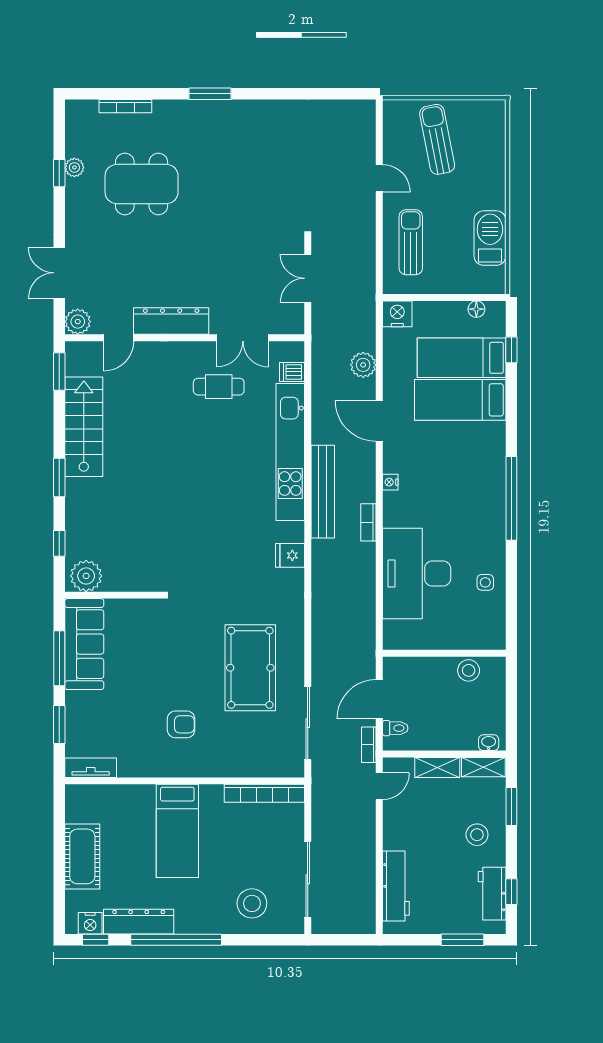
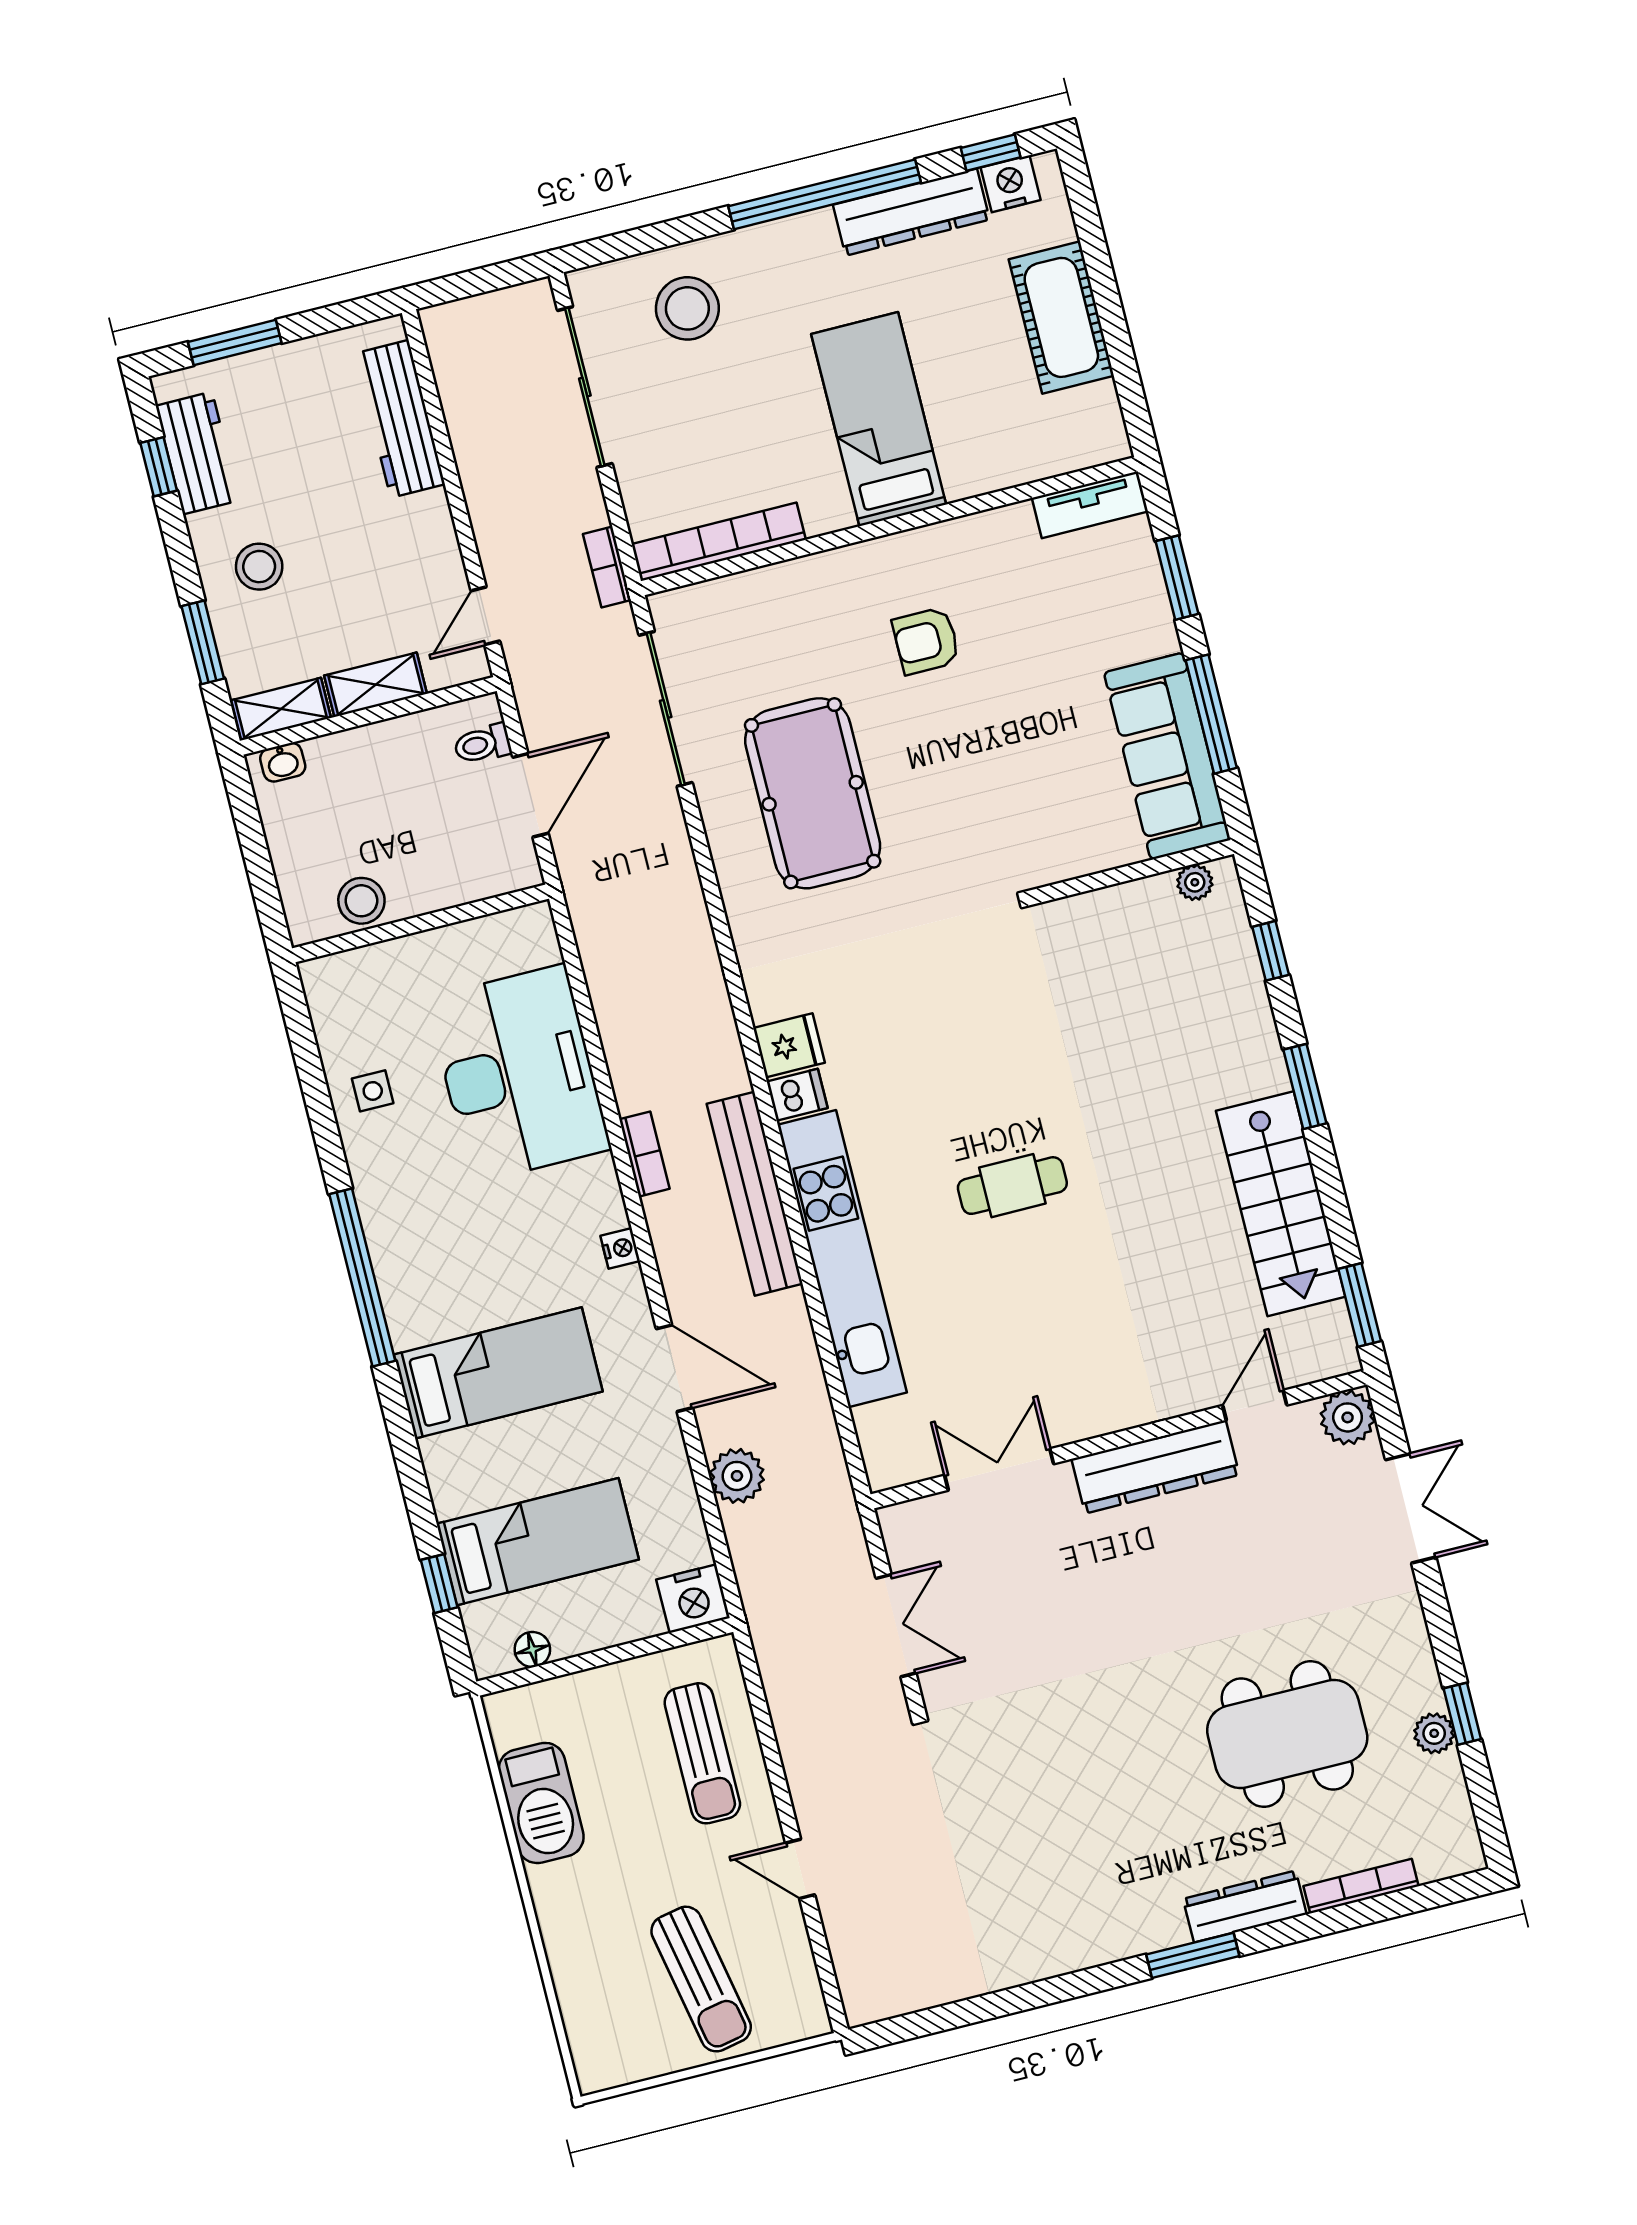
dresser: (181, 110) -> (1245, 1907), added
dishwasher: (292, 372) -> (797, 1095), moved
cafe table: (219, 387) -> (1012, 1186), moved
bed: (460, 400) -> (498, 1373), moved
plant: (86, 576) -> (1195, 882), width x0.53, depth x0.53
bookcase: (369, 745) -> (607, 567), moved, turned 180

